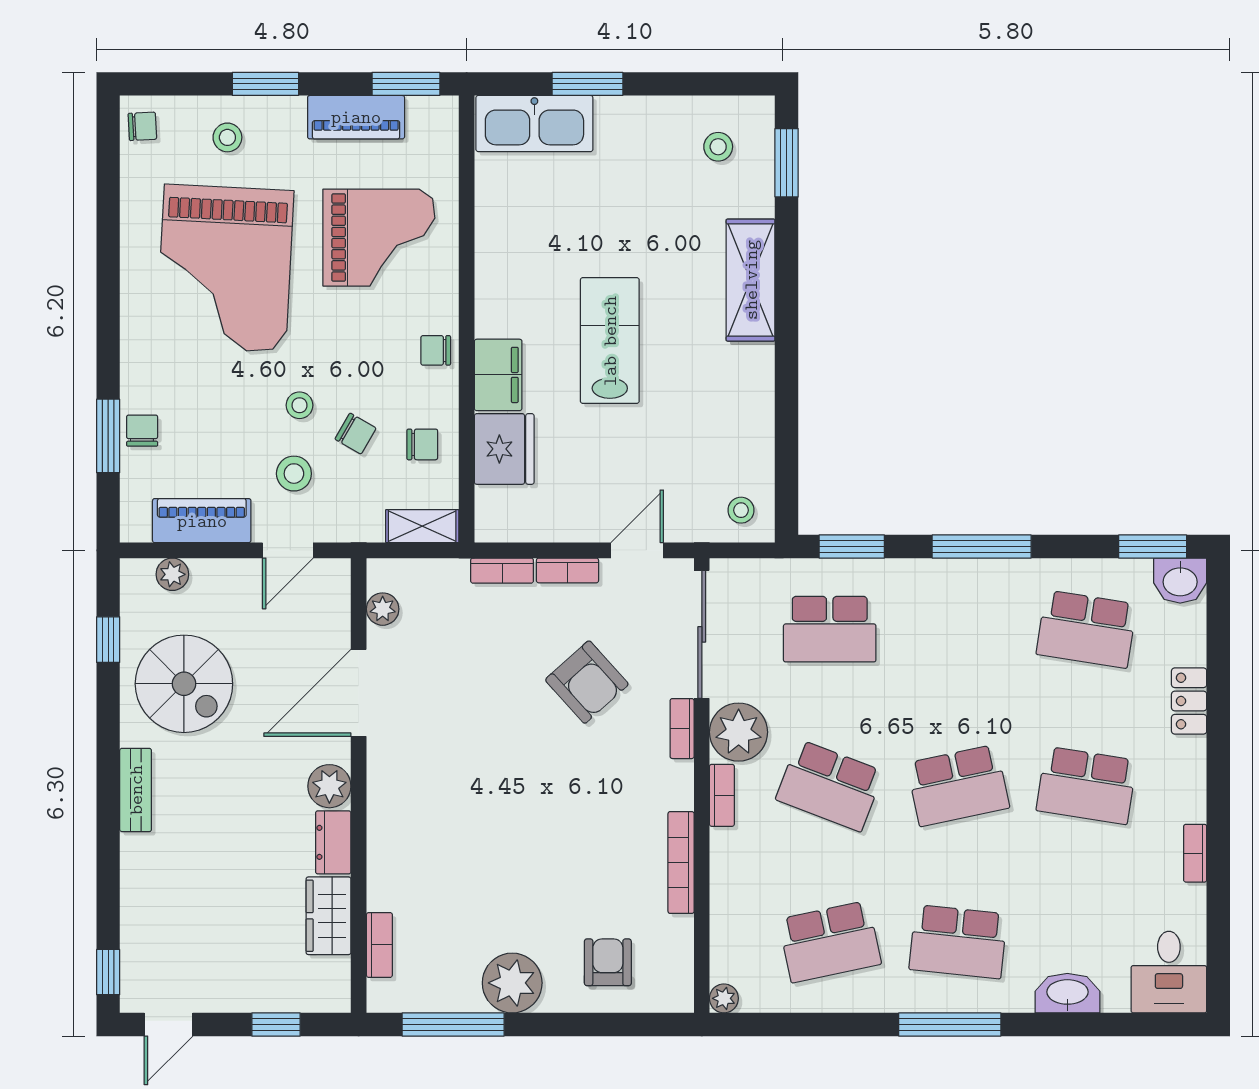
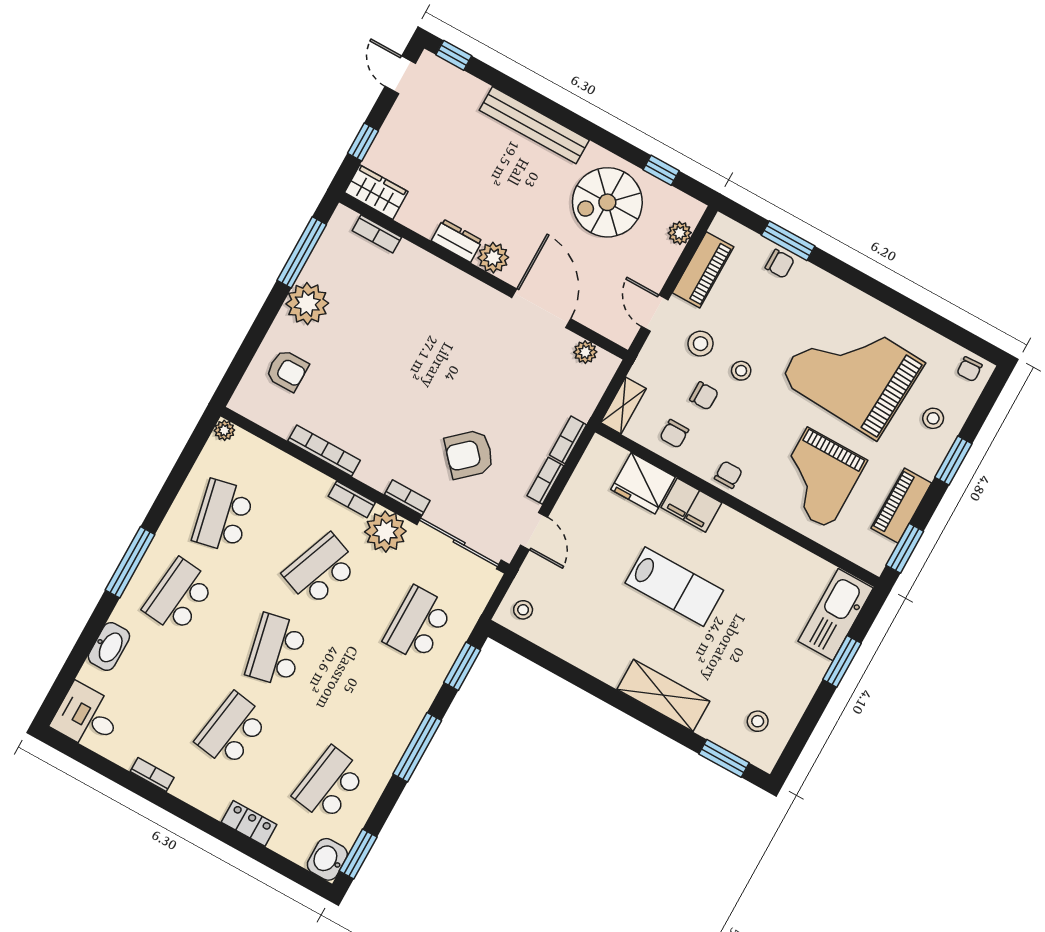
chair: (356, 434) -> (704, 396), turned -120
bench: (136, 790) -> (534, 125), width x1.86, depth x1.21
wardrobe: (329, 916) -> (376, 192), moved

